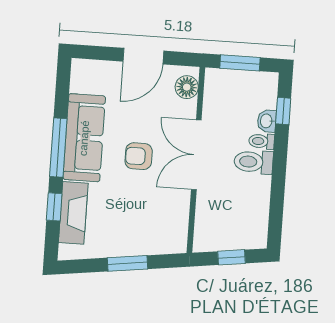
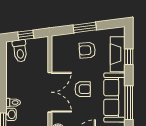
window: (58, 148) -> (129, 103), moved
toilet: (254, 162) -> (20, 51), moved, turned 83
armchair: (126, 224) -> (87, 50), added

